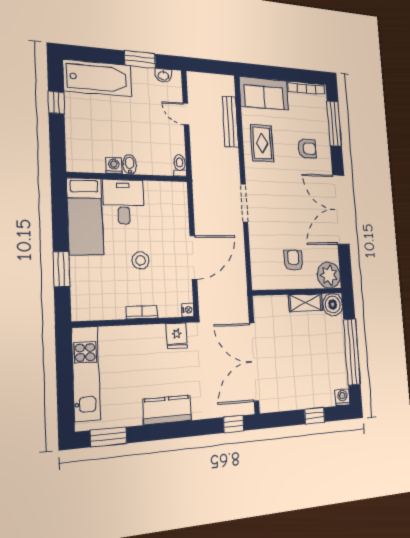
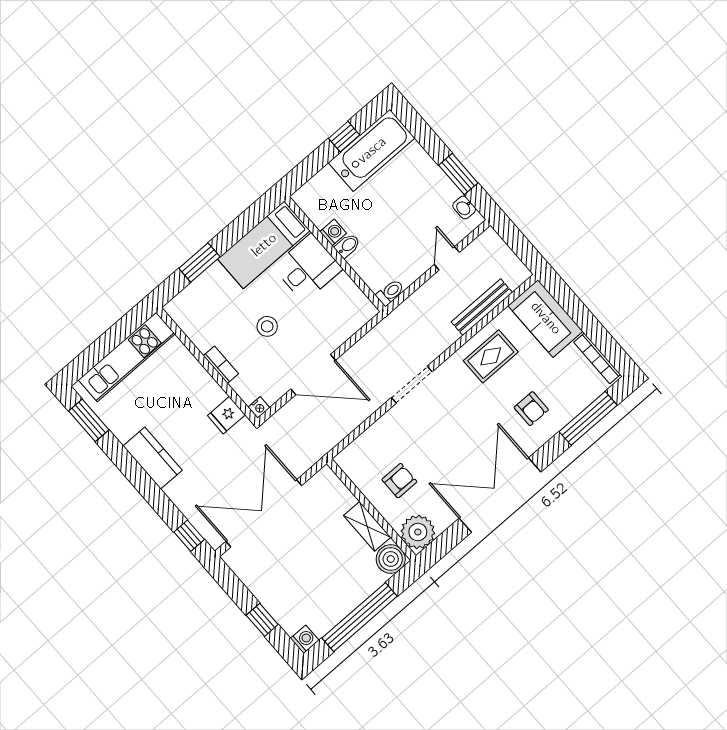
bathtub: (98, 78) -> (372, 150), moved, turned -90

